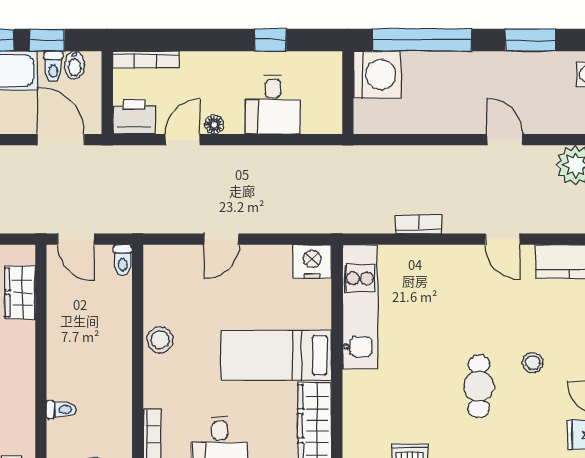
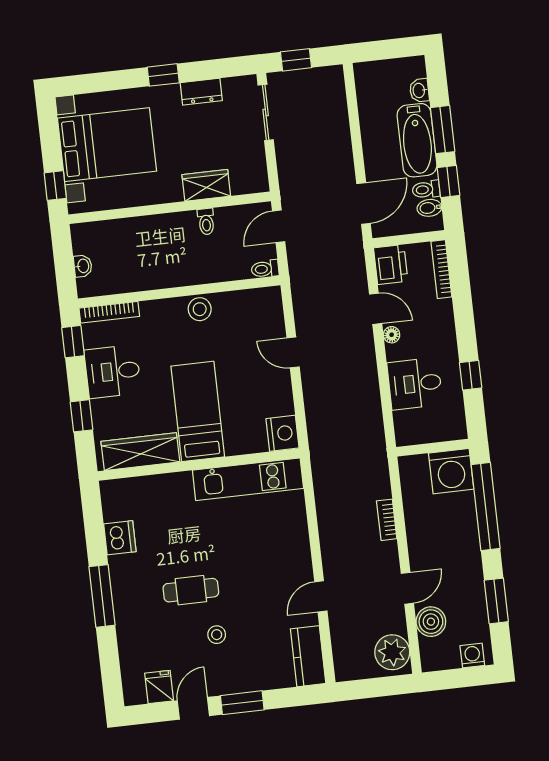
boiler: (546, 117) -> (431, 622), added
bookcase: (419, 224) -> (387, 520), moved, turned 180
wardrobe: (20, 292) -> (206, 185), moved
toilet: (61, 410) -> (206, 222), moved

